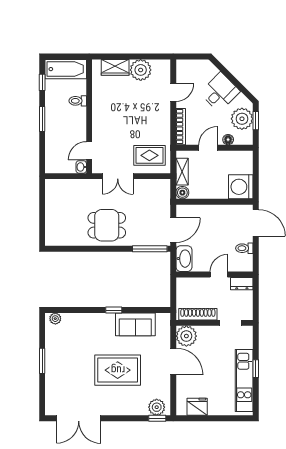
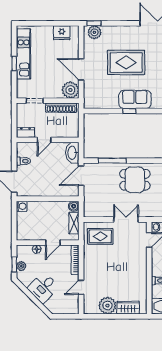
plant: (242, 119) -> (21, 266), width x0.53, depth x0.53
washing machine: (241, 187) -> (22, 206), width x0.53, depth x0.53
window: (150, 249) -> (112, 161), moved
sofa: (135, 324) -> (135, 99), moved

